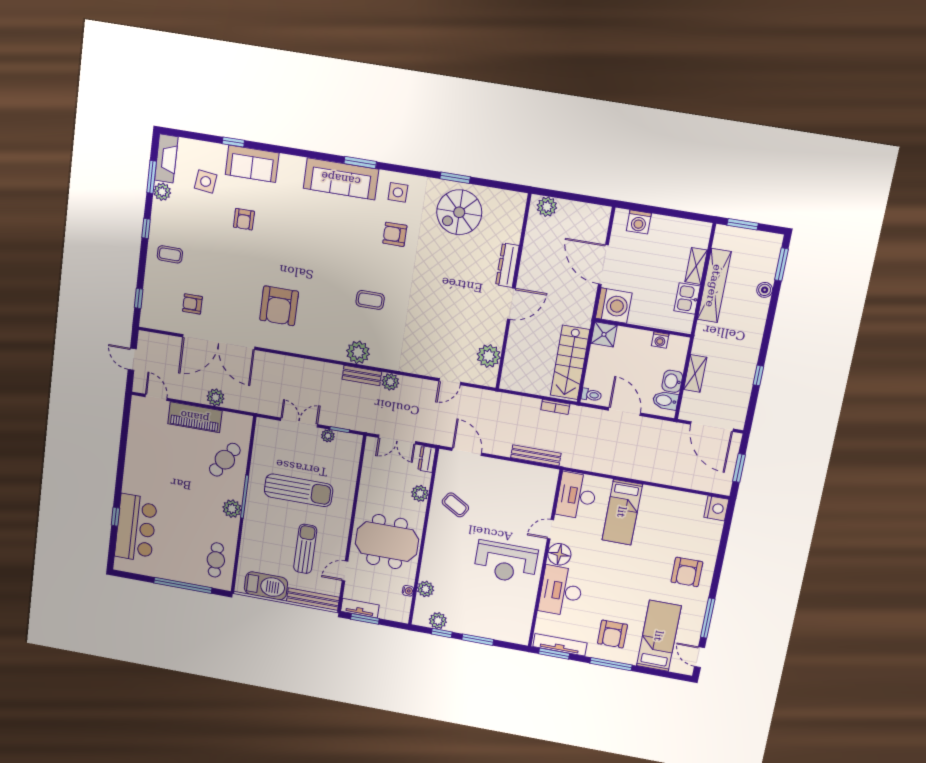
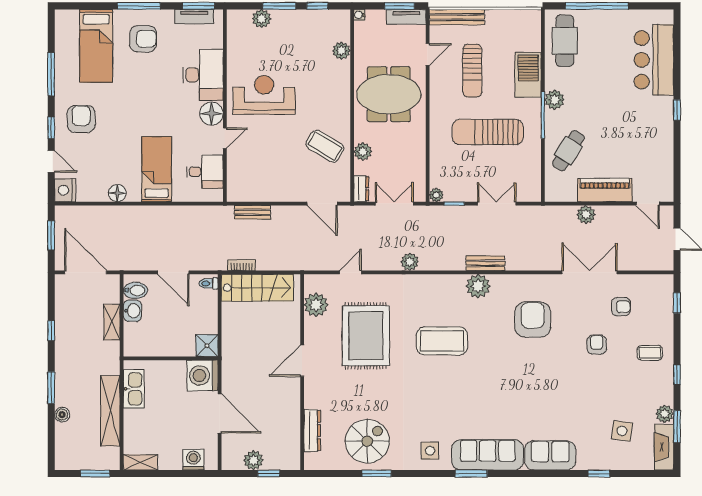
sofa: (252, 164) -> (550, 455), moved
window: (564, 195) -> (269, 474), added
plant: (547, 207) -> (253, 460), moved
armchair: (244, 219) -> (597, 345), moved
armchair: (395, 234) -> (427, 410), removed
window: (781, 264) -> (51, 388), moved
dresser: (507, 265) -> (312, 430), moved
shelving: (696, 266) -> (141, 462), moved, turned 90
kitchen sink: (687, 298) -> (134, 389), width x1.38
coffee table: (370, 300) -> (442, 341), width x1.86, depth x1.72
rug: (444, 318) -> (366, 336), added
washing machine: (660, 340) -> (152, 349), removed
double door: (219, 342) -> (590, 272), width x0.73
plant: (358, 352) -> (478, 286), moved
stairs: (570, 362) -> (257, 288), moved, turned 90
bench: (362, 375) -> (485, 263), moved
double door: (299, 422) -> (497, 204), swing flipped
plant: (328, 436) -> (436, 195), moved
bench: (536, 455) -> (253, 212), width x0.73
desk: (577, 496) -> (205, 172), width x0.73
floor lamp: (665, 497) -> (117, 193), added
coffee table: (455, 505) -> (325, 146), width x1.36, depth x1.30
window: (115, 517) -> (677, 110), moved
cafe table: (216, 560) -> (565, 41), width x1.37, depth x1.35
window: (718, 569) -> (51, 128), added
barbecue: (266, 586) -> (528, 75), moved, turned 90
water cooler: (408, 591) -> (359, 15), moved
plant: (438, 621) -> (262, 19), moved
armchair: (612, 634) -> (143, 39), turned 90
tv unit: (560, 645) -> (194, 17), width x0.71
door: (699, 657) -> (51, 161), moved

